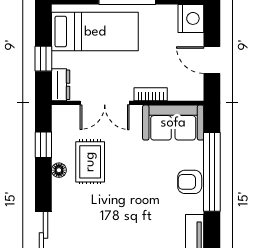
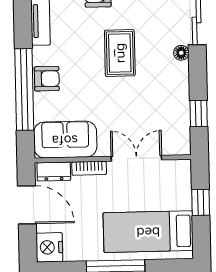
door: (212, 60) -> (27, 205), width x1.38
dresser: (61, 85) -> (54, 172), moved, turned -90
rug: (90, 162) -> (120, 53), moved
floor lamp: (59, 170) -> (181, 53), moved

